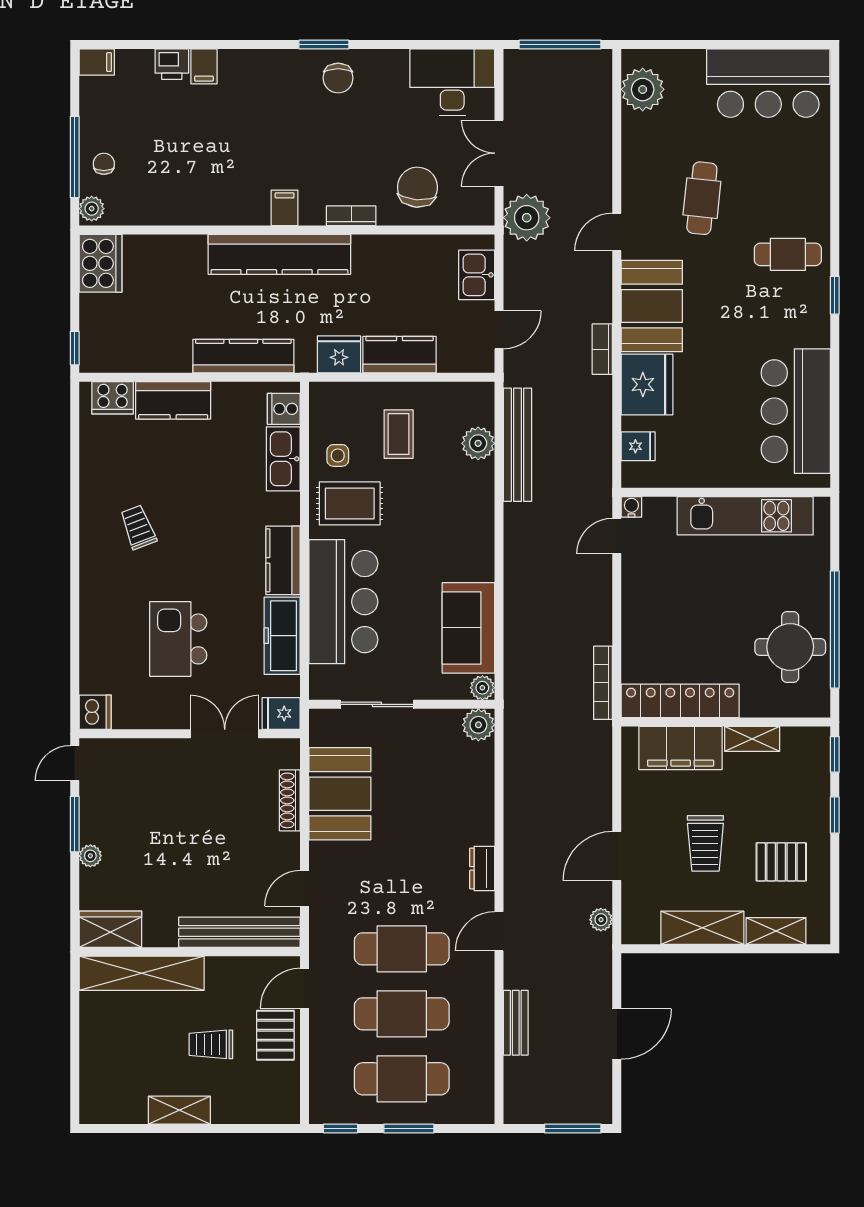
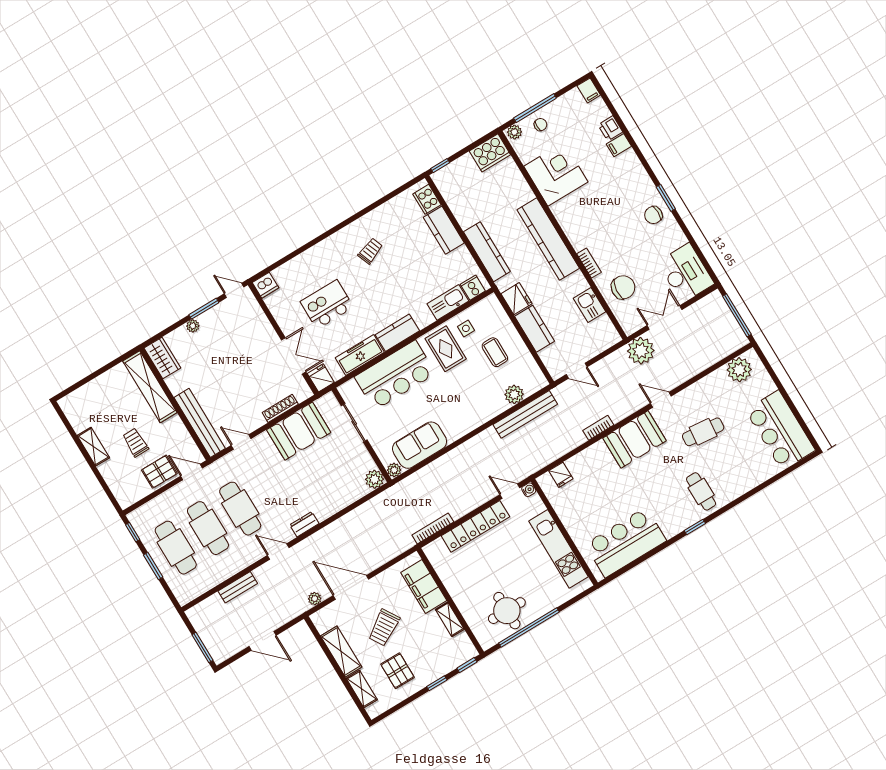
corner desk: (191, 185) -> (556, 174), added
filing cabinet: (285, 208) -> (573, 228), removed
kitchen sink: (477, 275) -> (590, 305), moved, turned -90
fridge: (647, 384) -> (594, 461), removed
coffee table: (399, 434) -> (495, 352), turned 90
locker: (680, 701) -> (475, 526), moved, turned 90
trolley: (705, 843) -> (384, 628), turned -32
door: (617, 856) -> (351, 587), width x1.36

